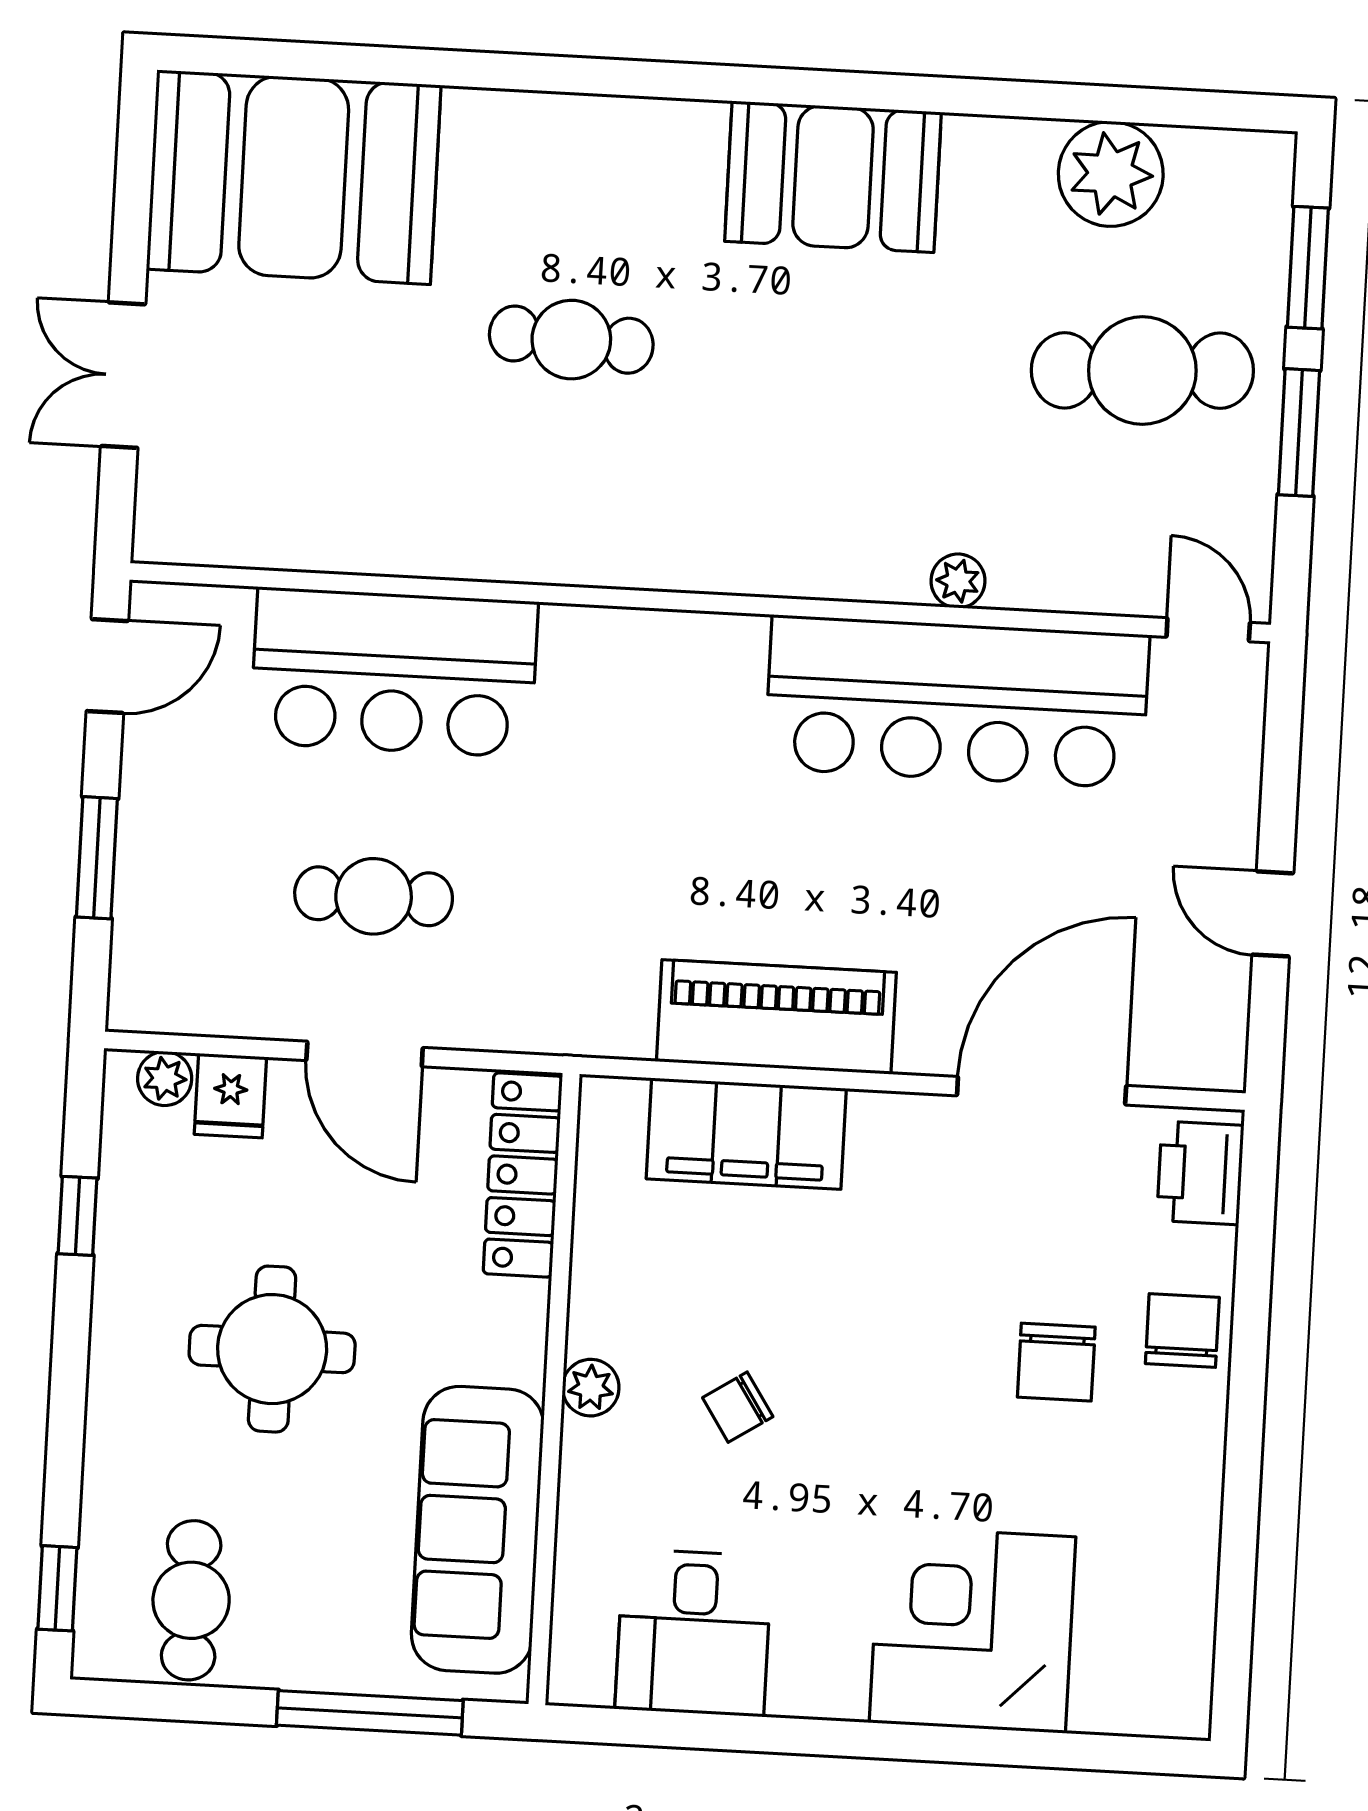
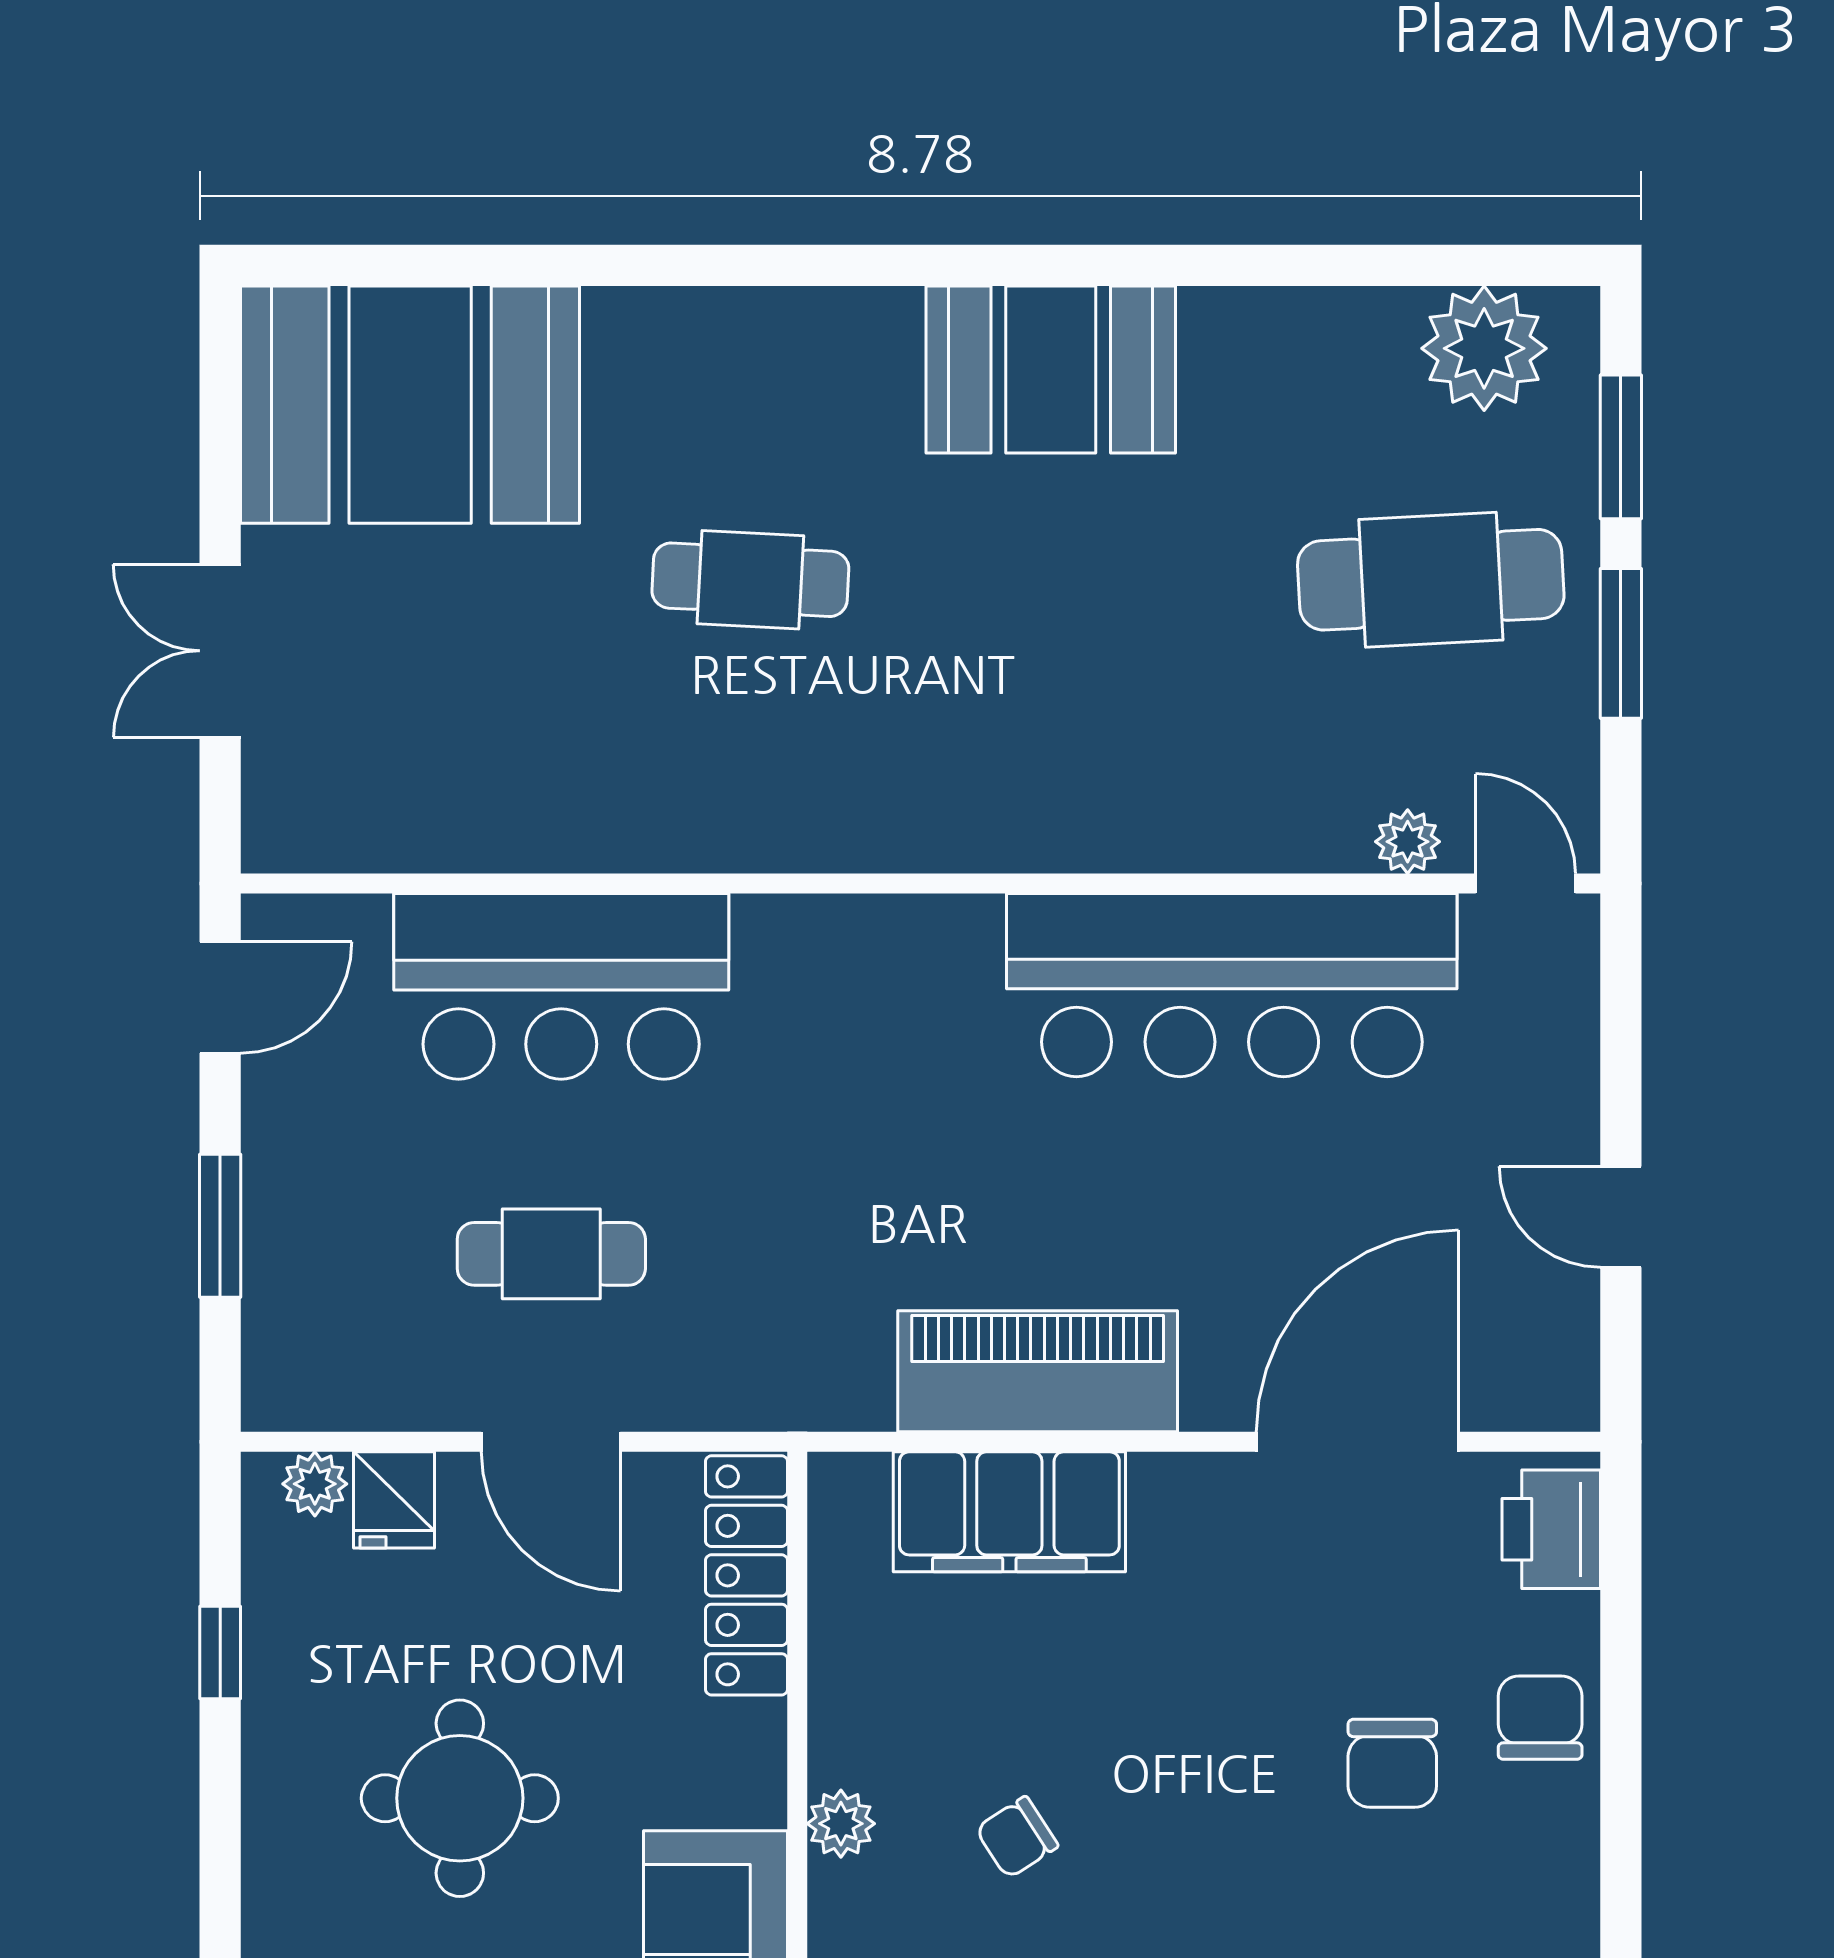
plant: (1111, 174) -> (1484, 348), moved
plant: (958, 581) -> (1408, 842), moved

